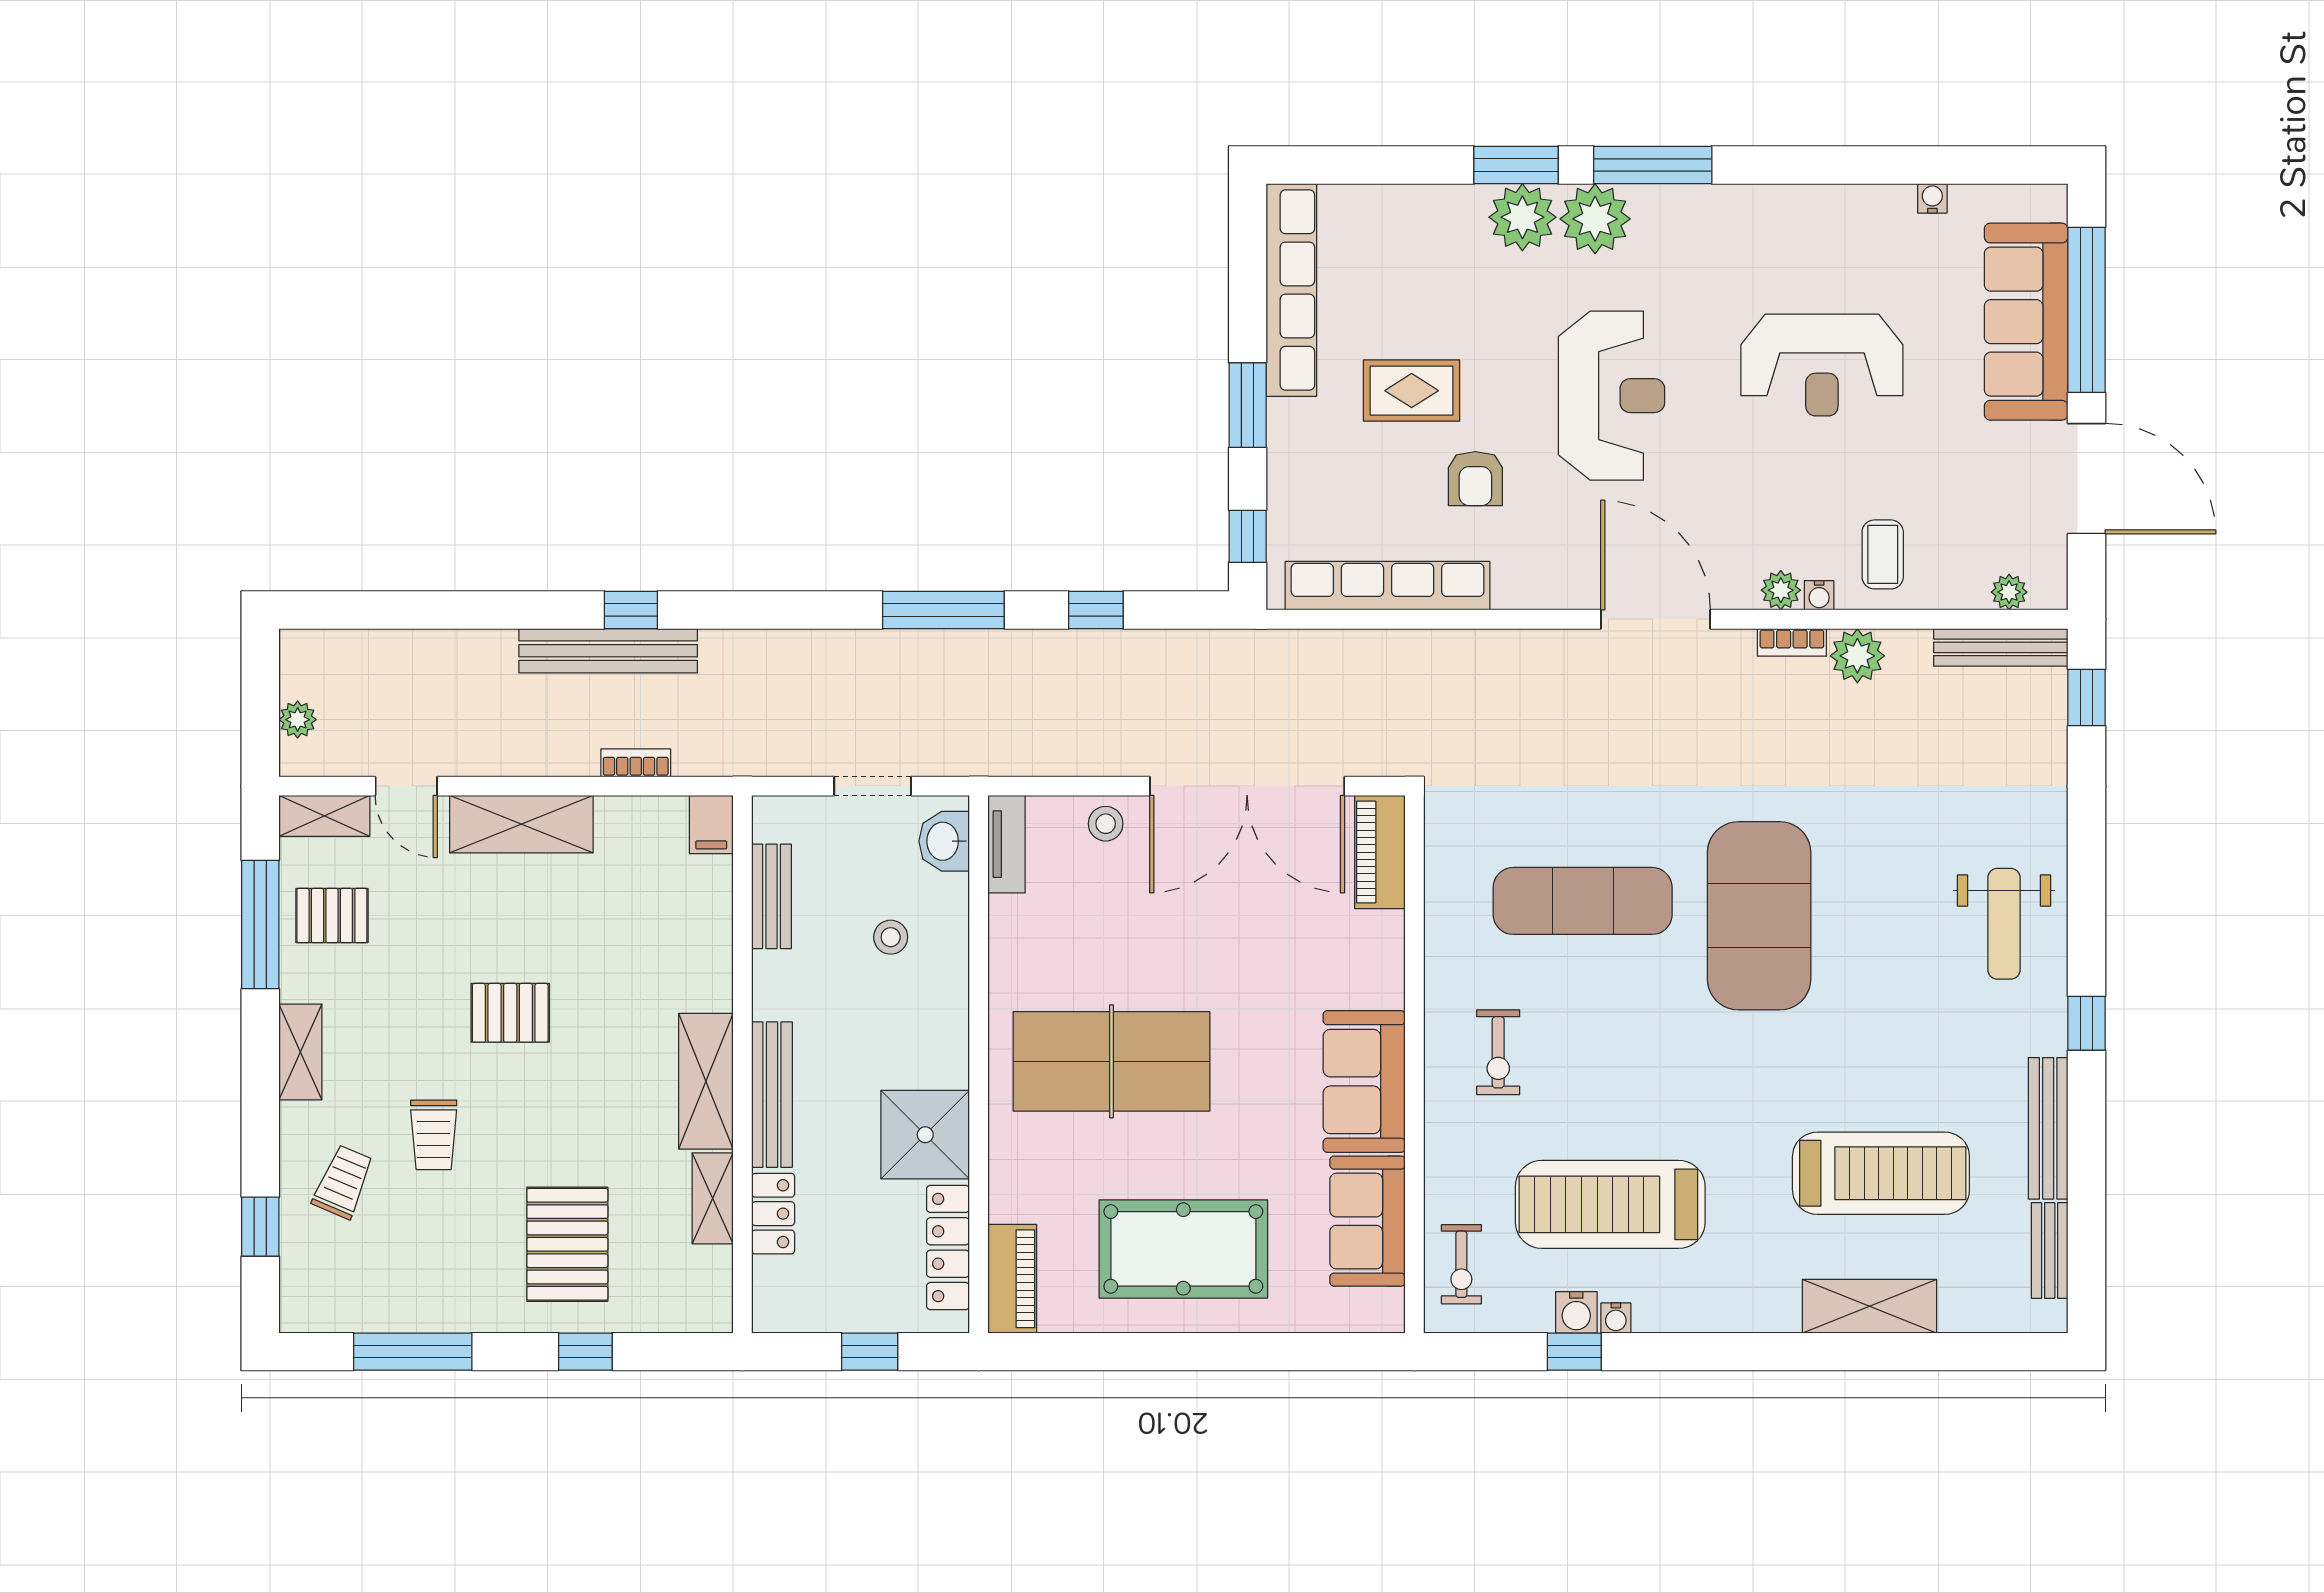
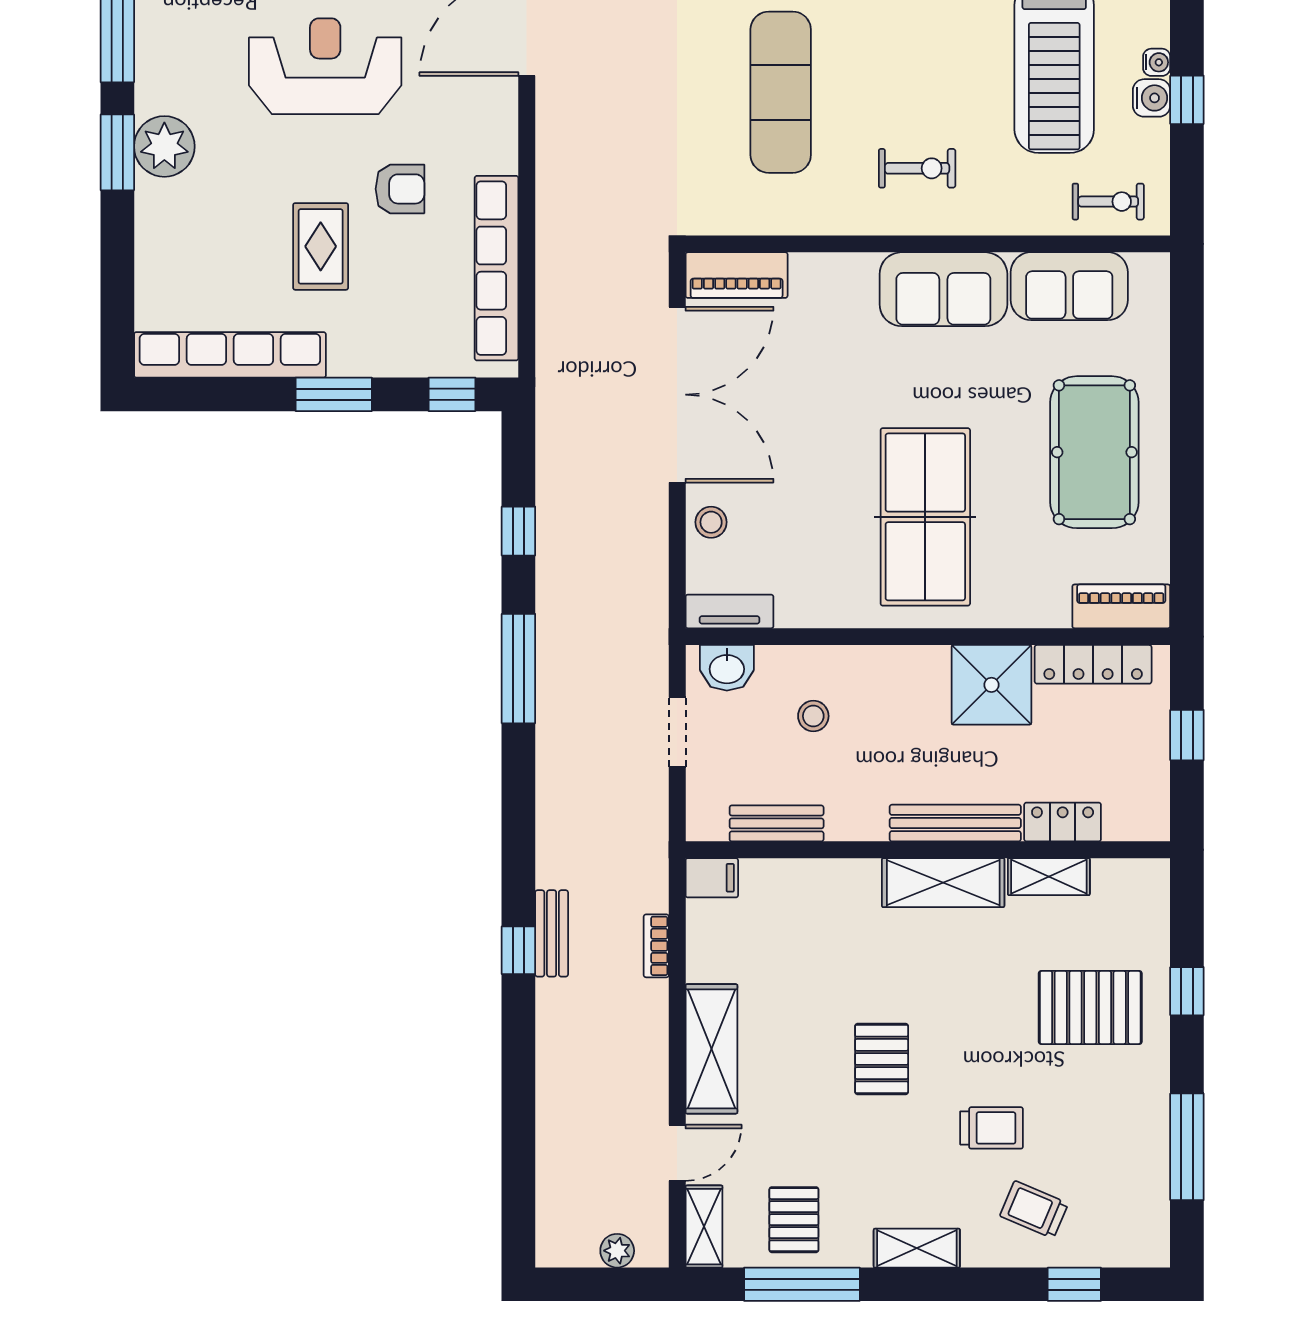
plant: (1595, 219) -> (166, 81), removed
bench: (608, 651) -> (552, 933), width x0.54, depth x0.82

